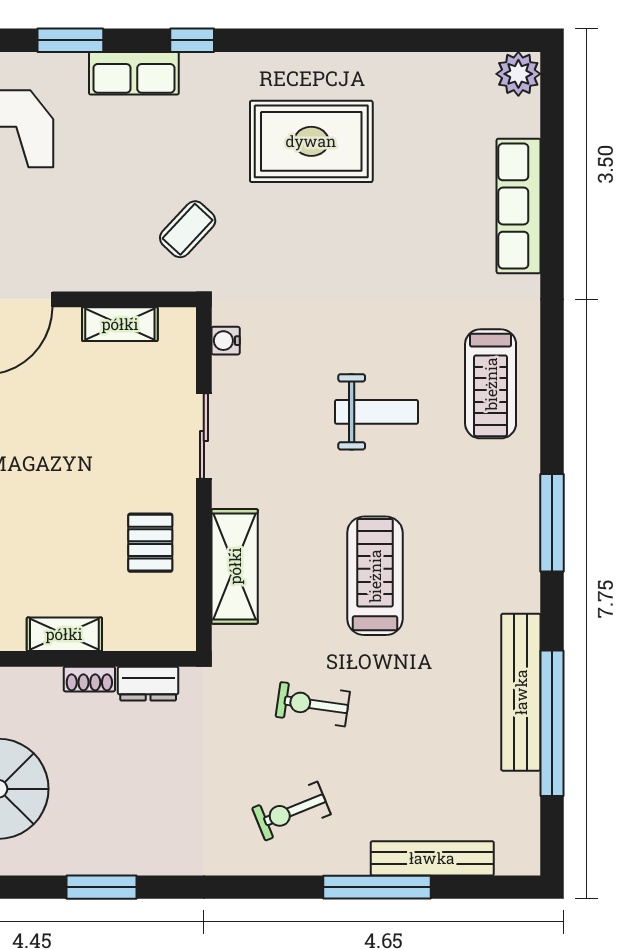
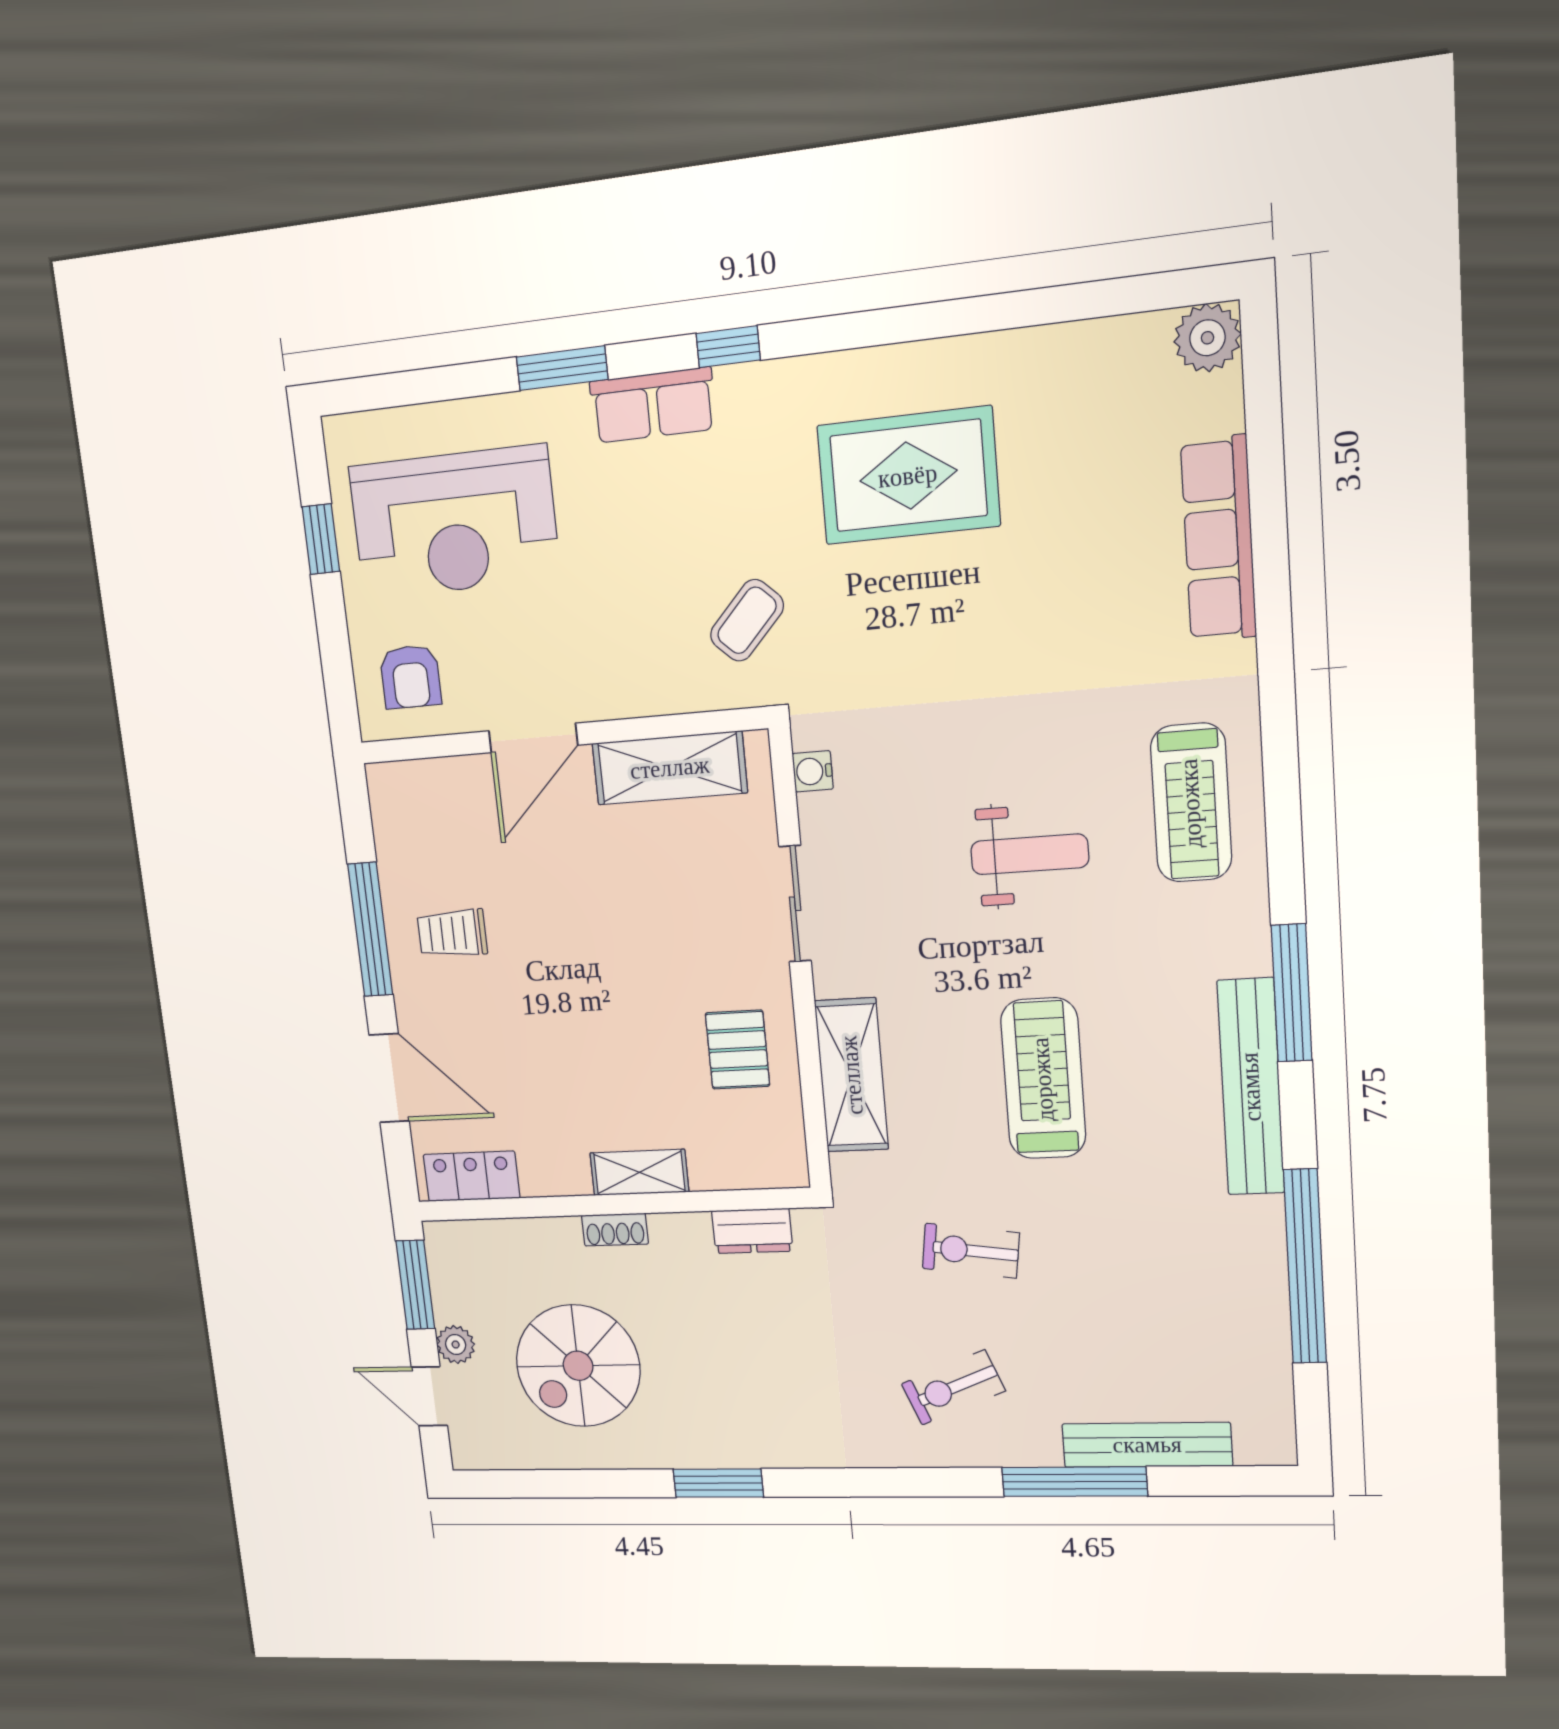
shelving: (120, 324) -> (670, 768), width x1.50, depth x1.33
shoe rack: (89, 679) -> (615, 1230), moved
bench: (521, 692) -> (1251, 1087), moved

